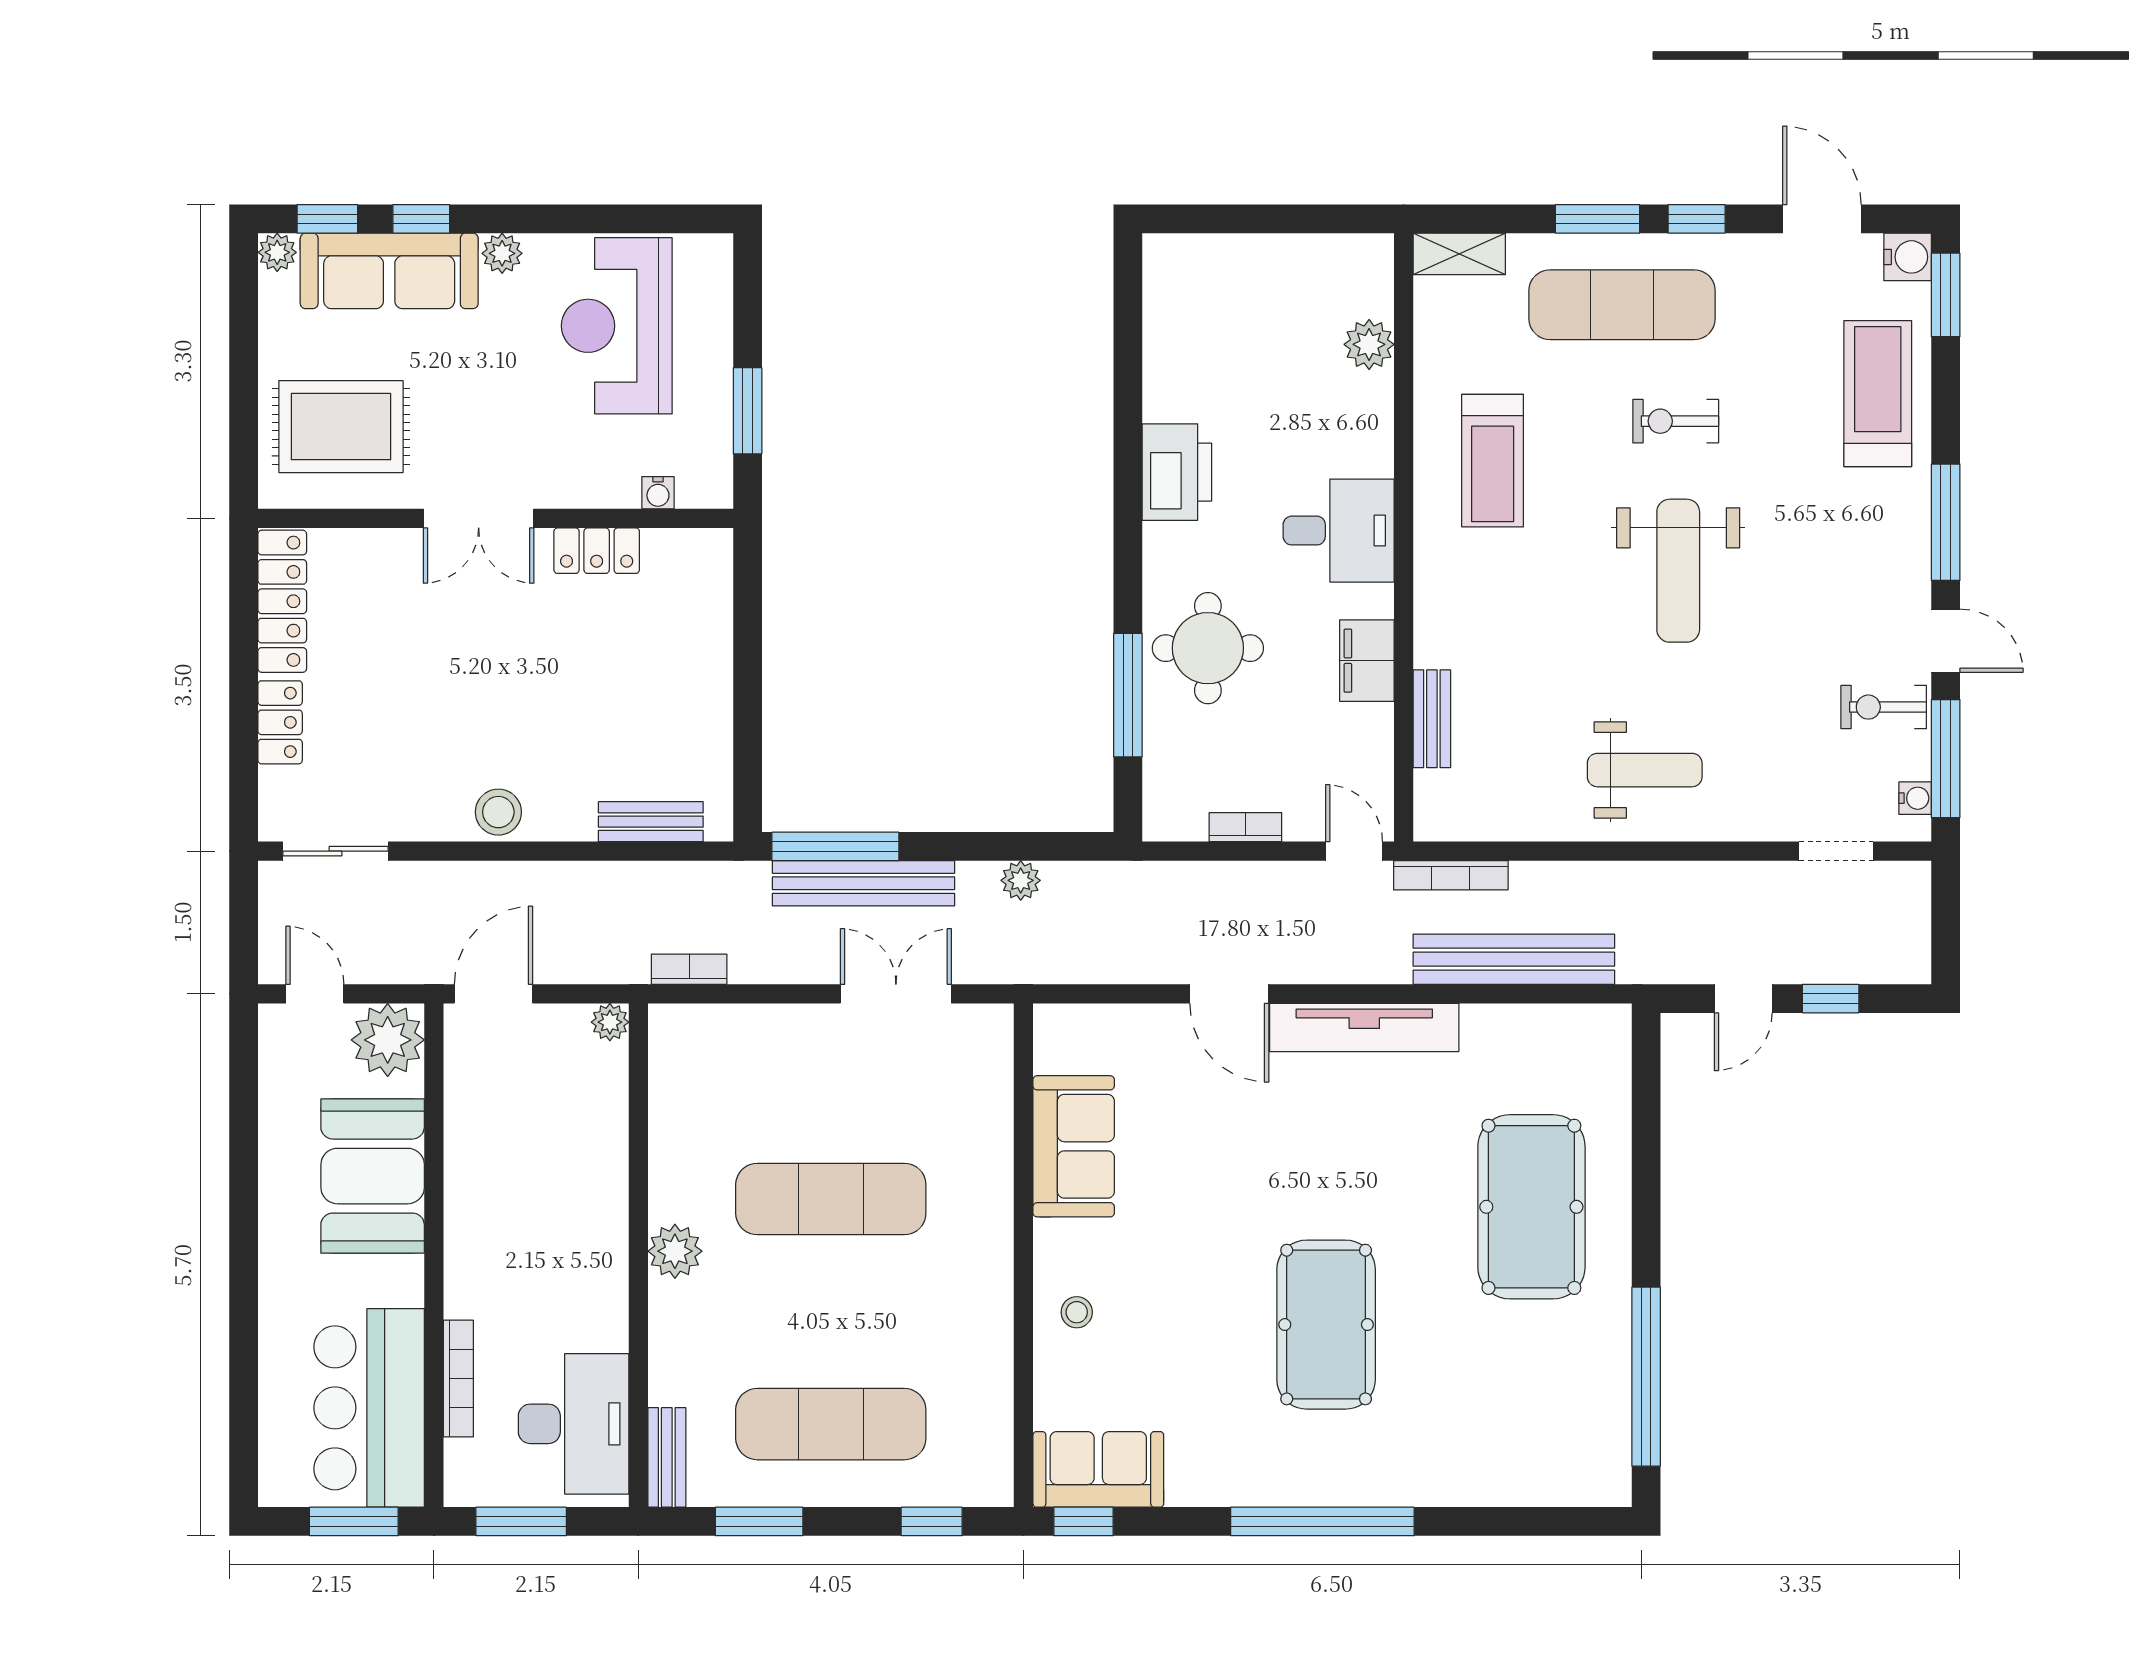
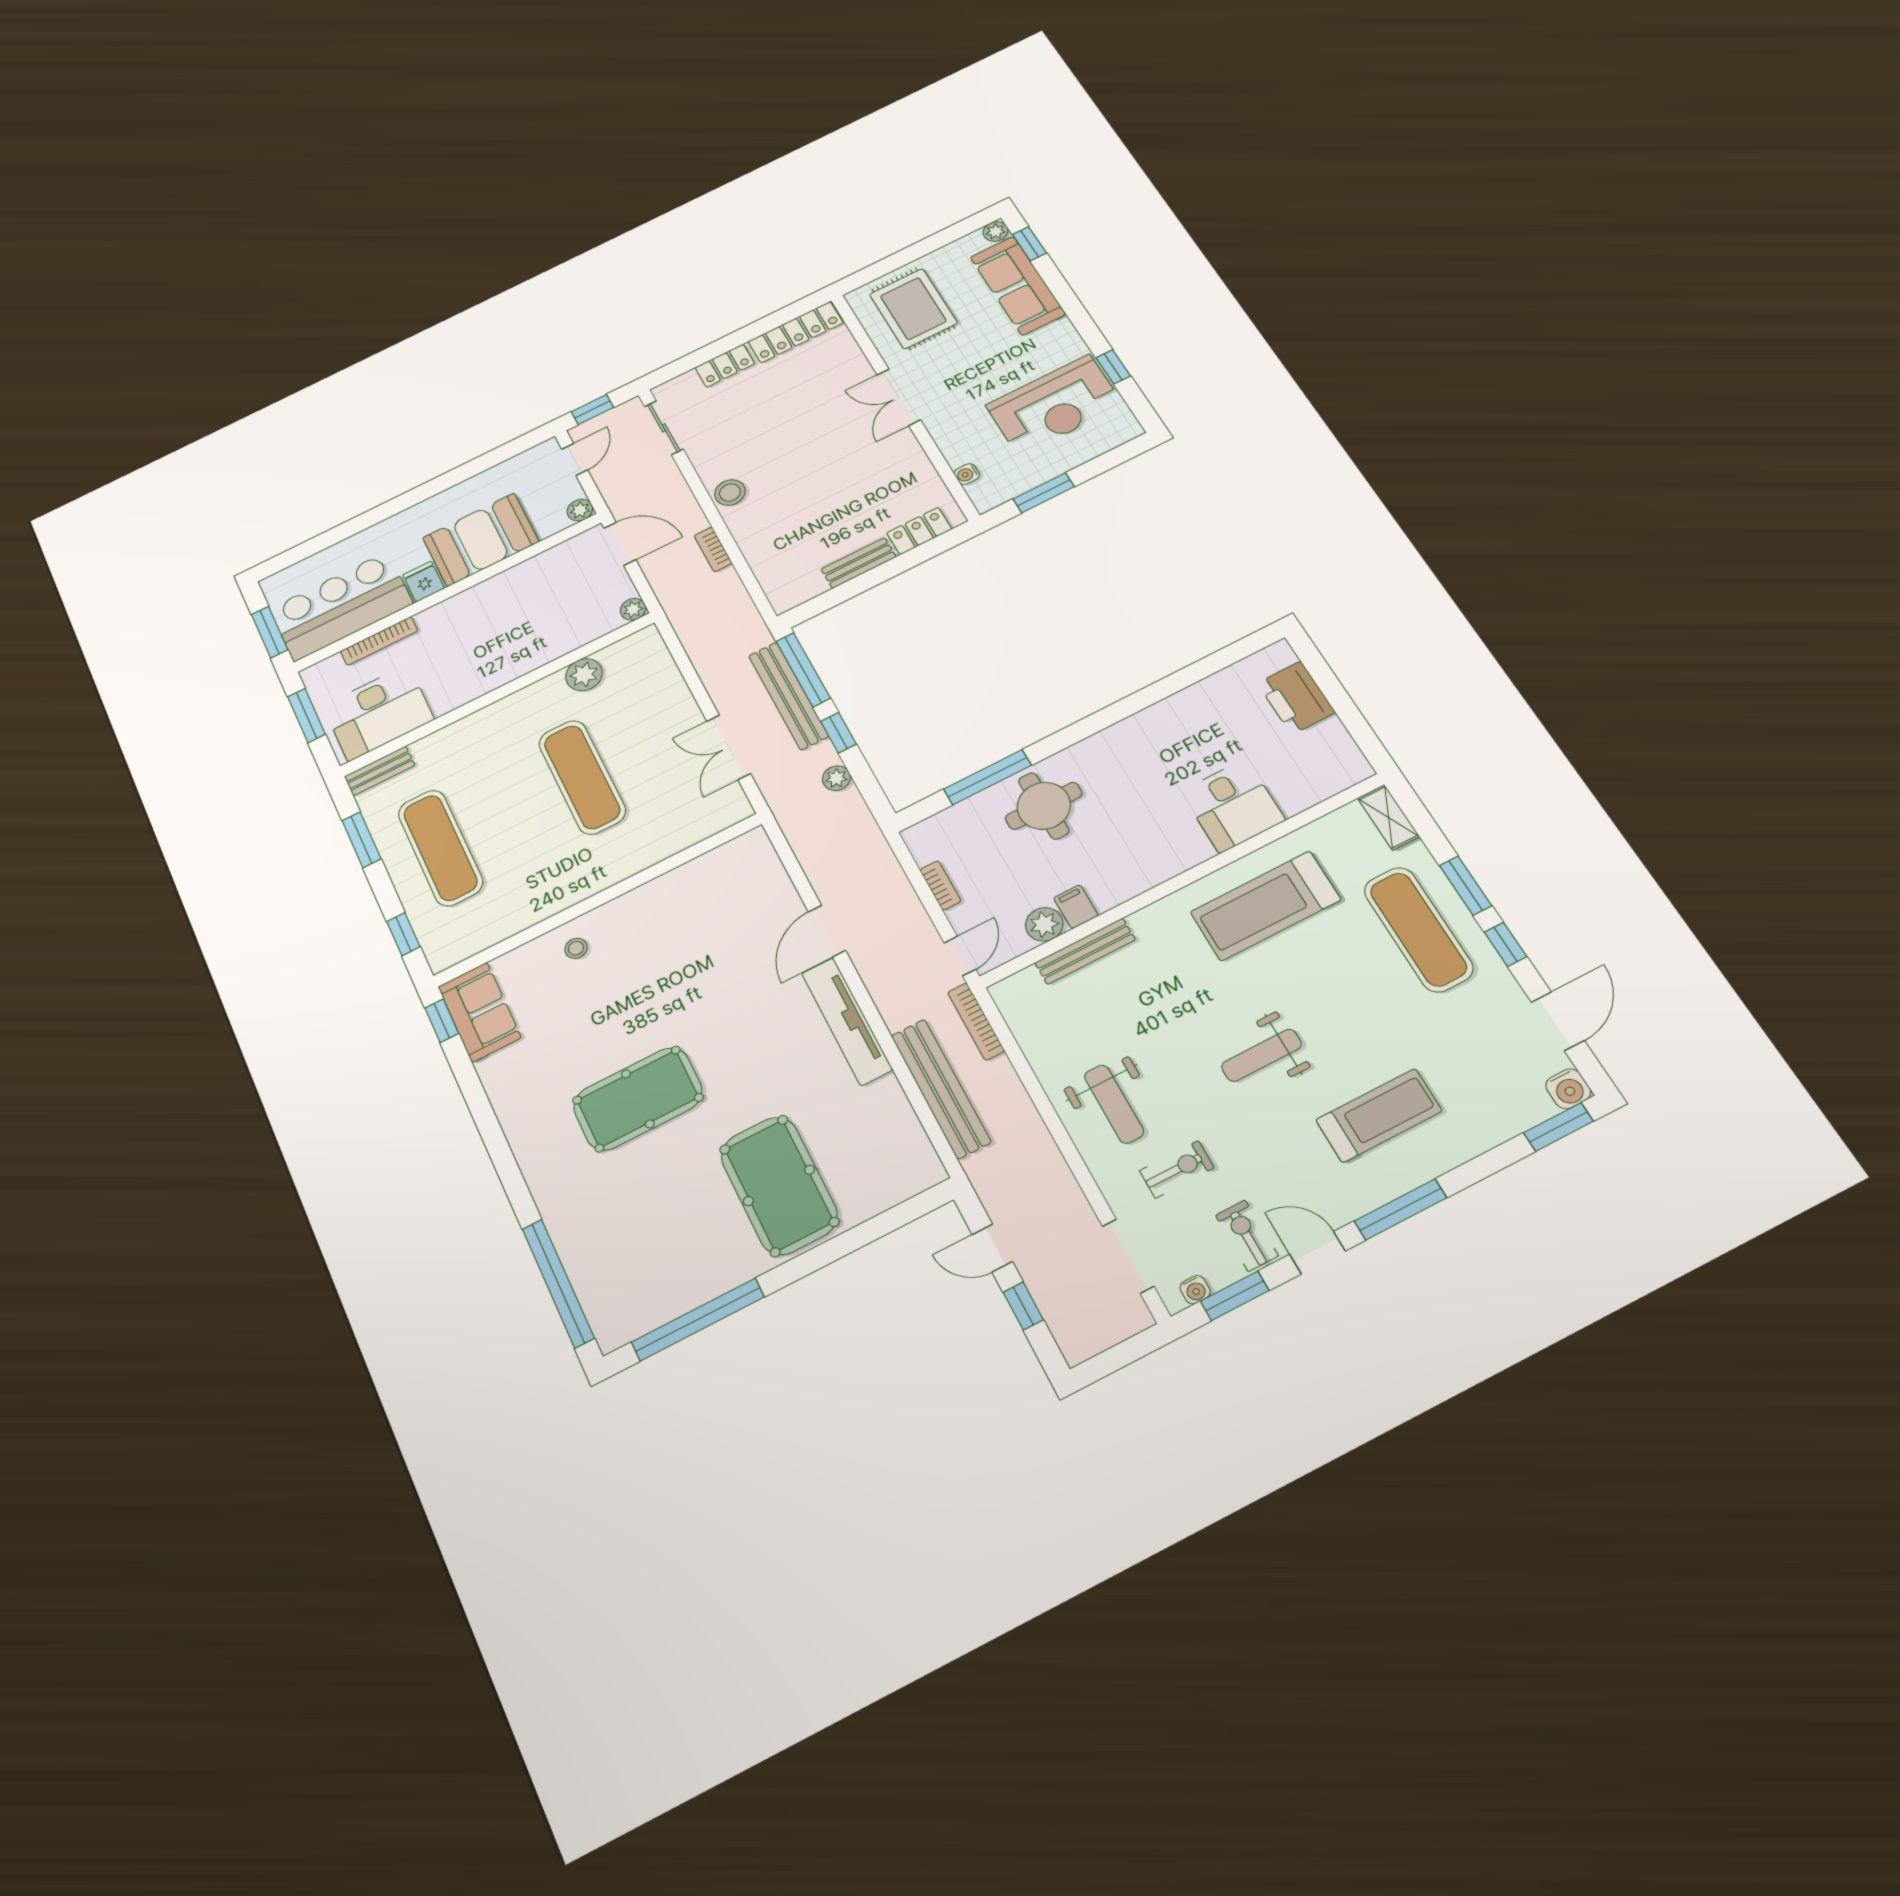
window: (421, 219) -> (1113, 367), moved
plant: (502, 253) -> (1062, 331), removed
reception desk: (617, 326) -> (1054, 405), turned 180
plant: (1369, 344) -> (1044, 924), moved
treadmill: (1878, 394) -> (1379, 1115), moved
exercise bike: (1676, 421) -> (1177, 1169), moved, turned 90
treadmill: (1493, 461) -> (1265, 906), width x1.37, depth x1.38
printer: (1177, 472) -> (1296, 698), moved, turned 90
desk: (1339, 531) -> (1233, 806), moved
locker: (597, 551) -> (919, 531), moved, turned 90
weight bench: (1678, 571) -> (1261, 1055), width x0.73, depth x0.75
door: (1946, 641) -> (1318, 1253), swing flipped
filing cabinet: (1367, 661) -> (1076, 907), width x0.50
bench: (1432, 719) -> (1085, 951), width x1.36
window: (1946, 759) -> (1235, 1296), width x0.69
bench: (651, 822) -> (858, 563), moved, turned 90
window: (956, 846) -> (839, 733), added
doorway: (1836, 851) -> (1128, 1256), width x1.38
window: (244, 934) -> (592, 410), added
bookcase: (689, 969) -> (713, 549), moved, turned 180
double door: (896, 994) -> (729, 747), swing flipped
plant: (388, 1040) -> (580, 510), width x0.53, depth x0.53
sofa: (1074, 1146) -> (682, 893), removed
pool table: (1531, 1207) -> (779, 1185), turned 90
plant: (675, 1251) -> (584, 675), moved
fridge: (396, 1281) -> (424, 582), added
window: (1322, 1521) -> (558, 1283), moved

